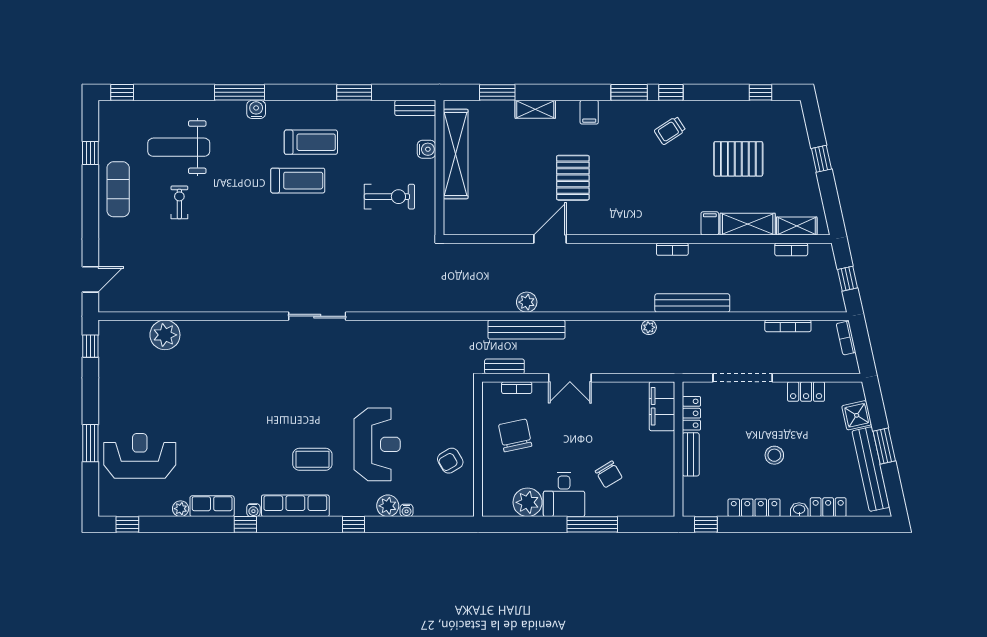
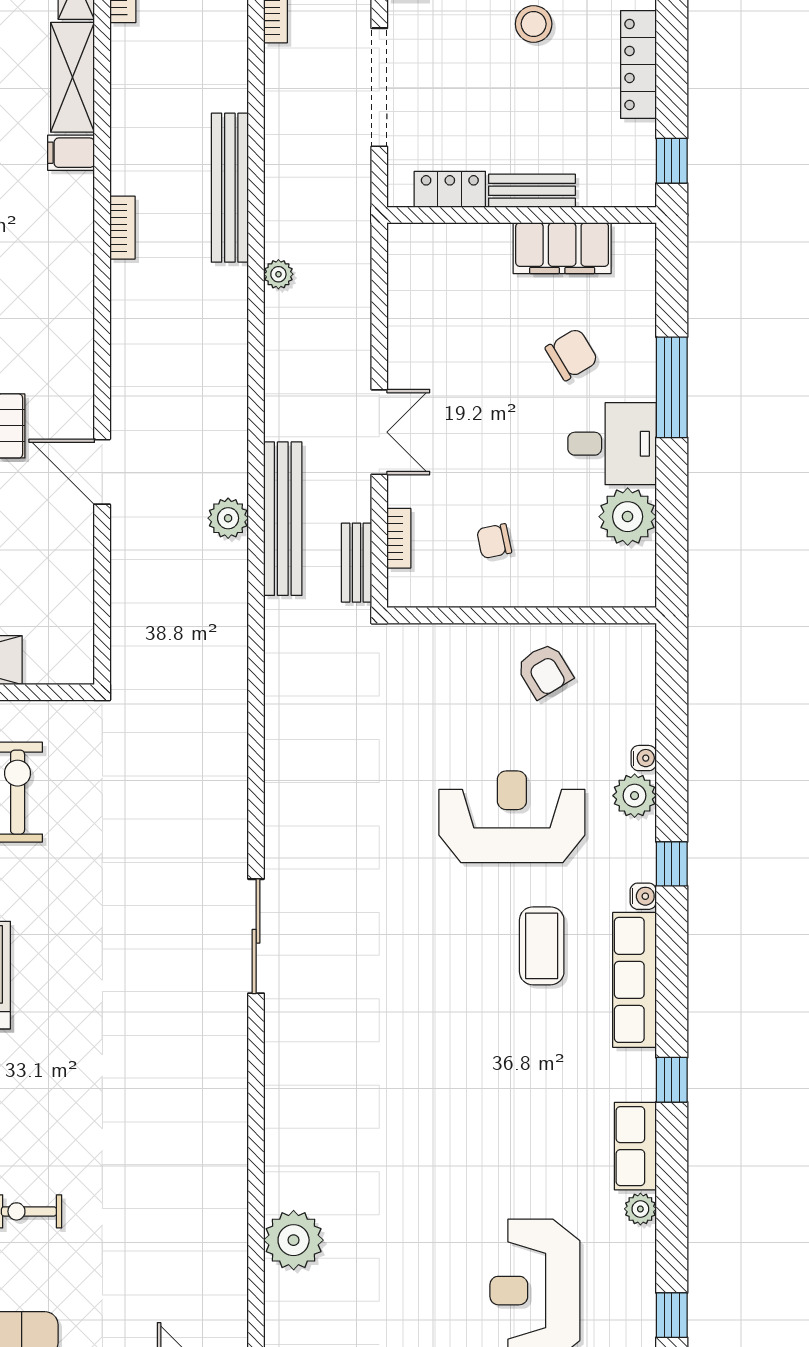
filing cabinet: (662, 406) -> (562, 248), moved
chair: (515, 435) -> (494, 541), width x0.54, depth x0.54
water cooler: (253, 510) -> (643, 896), moved

